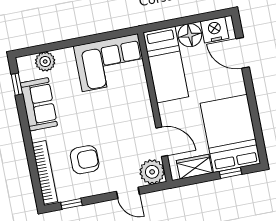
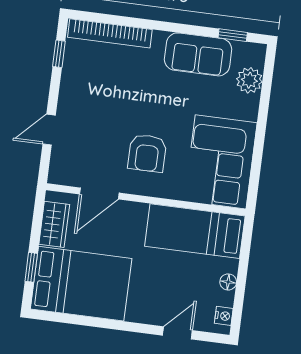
nightstand: (215, 30) -> (224, 316), width x0.53, depth x0.56
floor lamp: (190, 35) -> (228, 282), width x0.53, depth x0.53
door: (243, 53) -> (177, 333), width x0.73
armchair: (85, 160) -> (147, 153), moved
plant: (152, 172) -> (65, 169), removed

